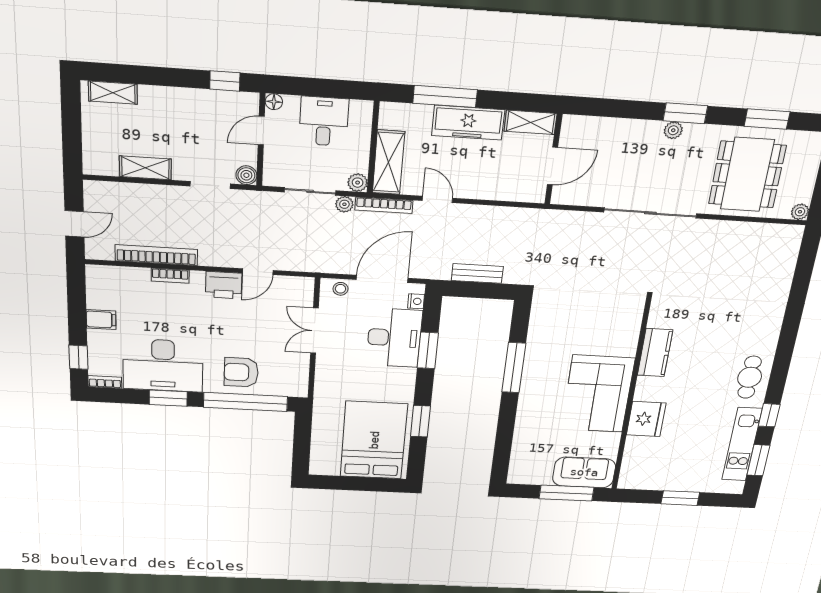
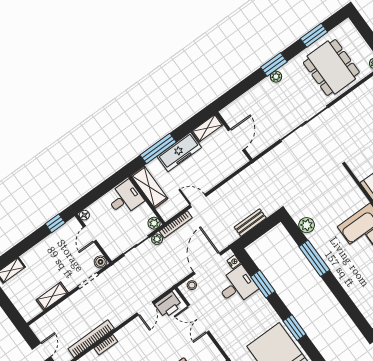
desk: (324, 121) -> (125, 198), moved, turned 90
shelving: (389, 162) -> (149, 187), moved
printer: (224, 285) -> (168, 305), moved
plant: (540, 327) -> (307, 225), added
desk: (394, 338) -> (237, 286), width x0.73

